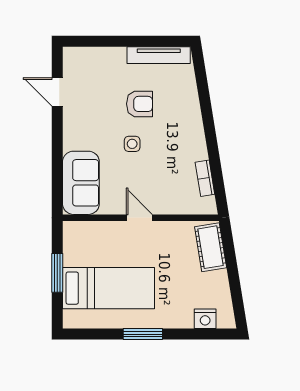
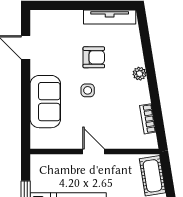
plant: (195, 124) -> (139, 74), added
sofa: (81, 183) -> (45, 102), moved

